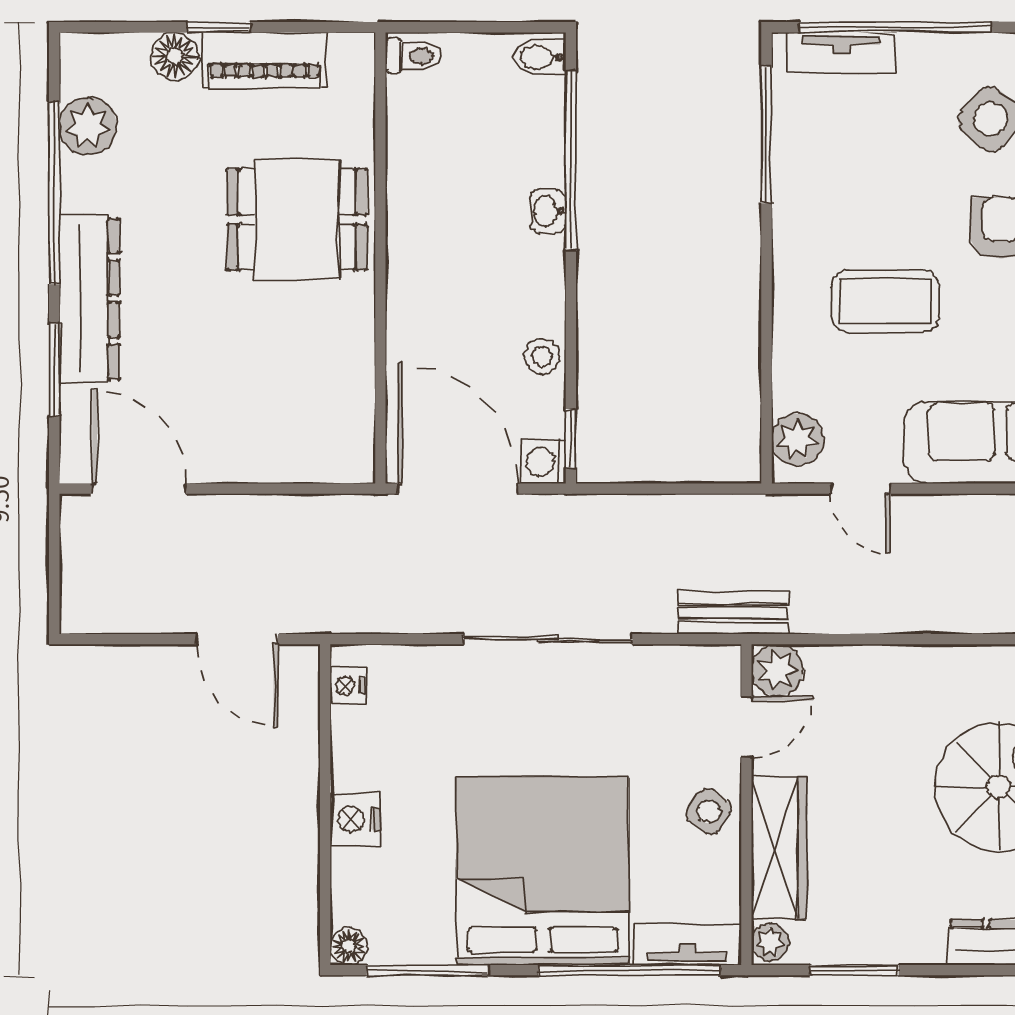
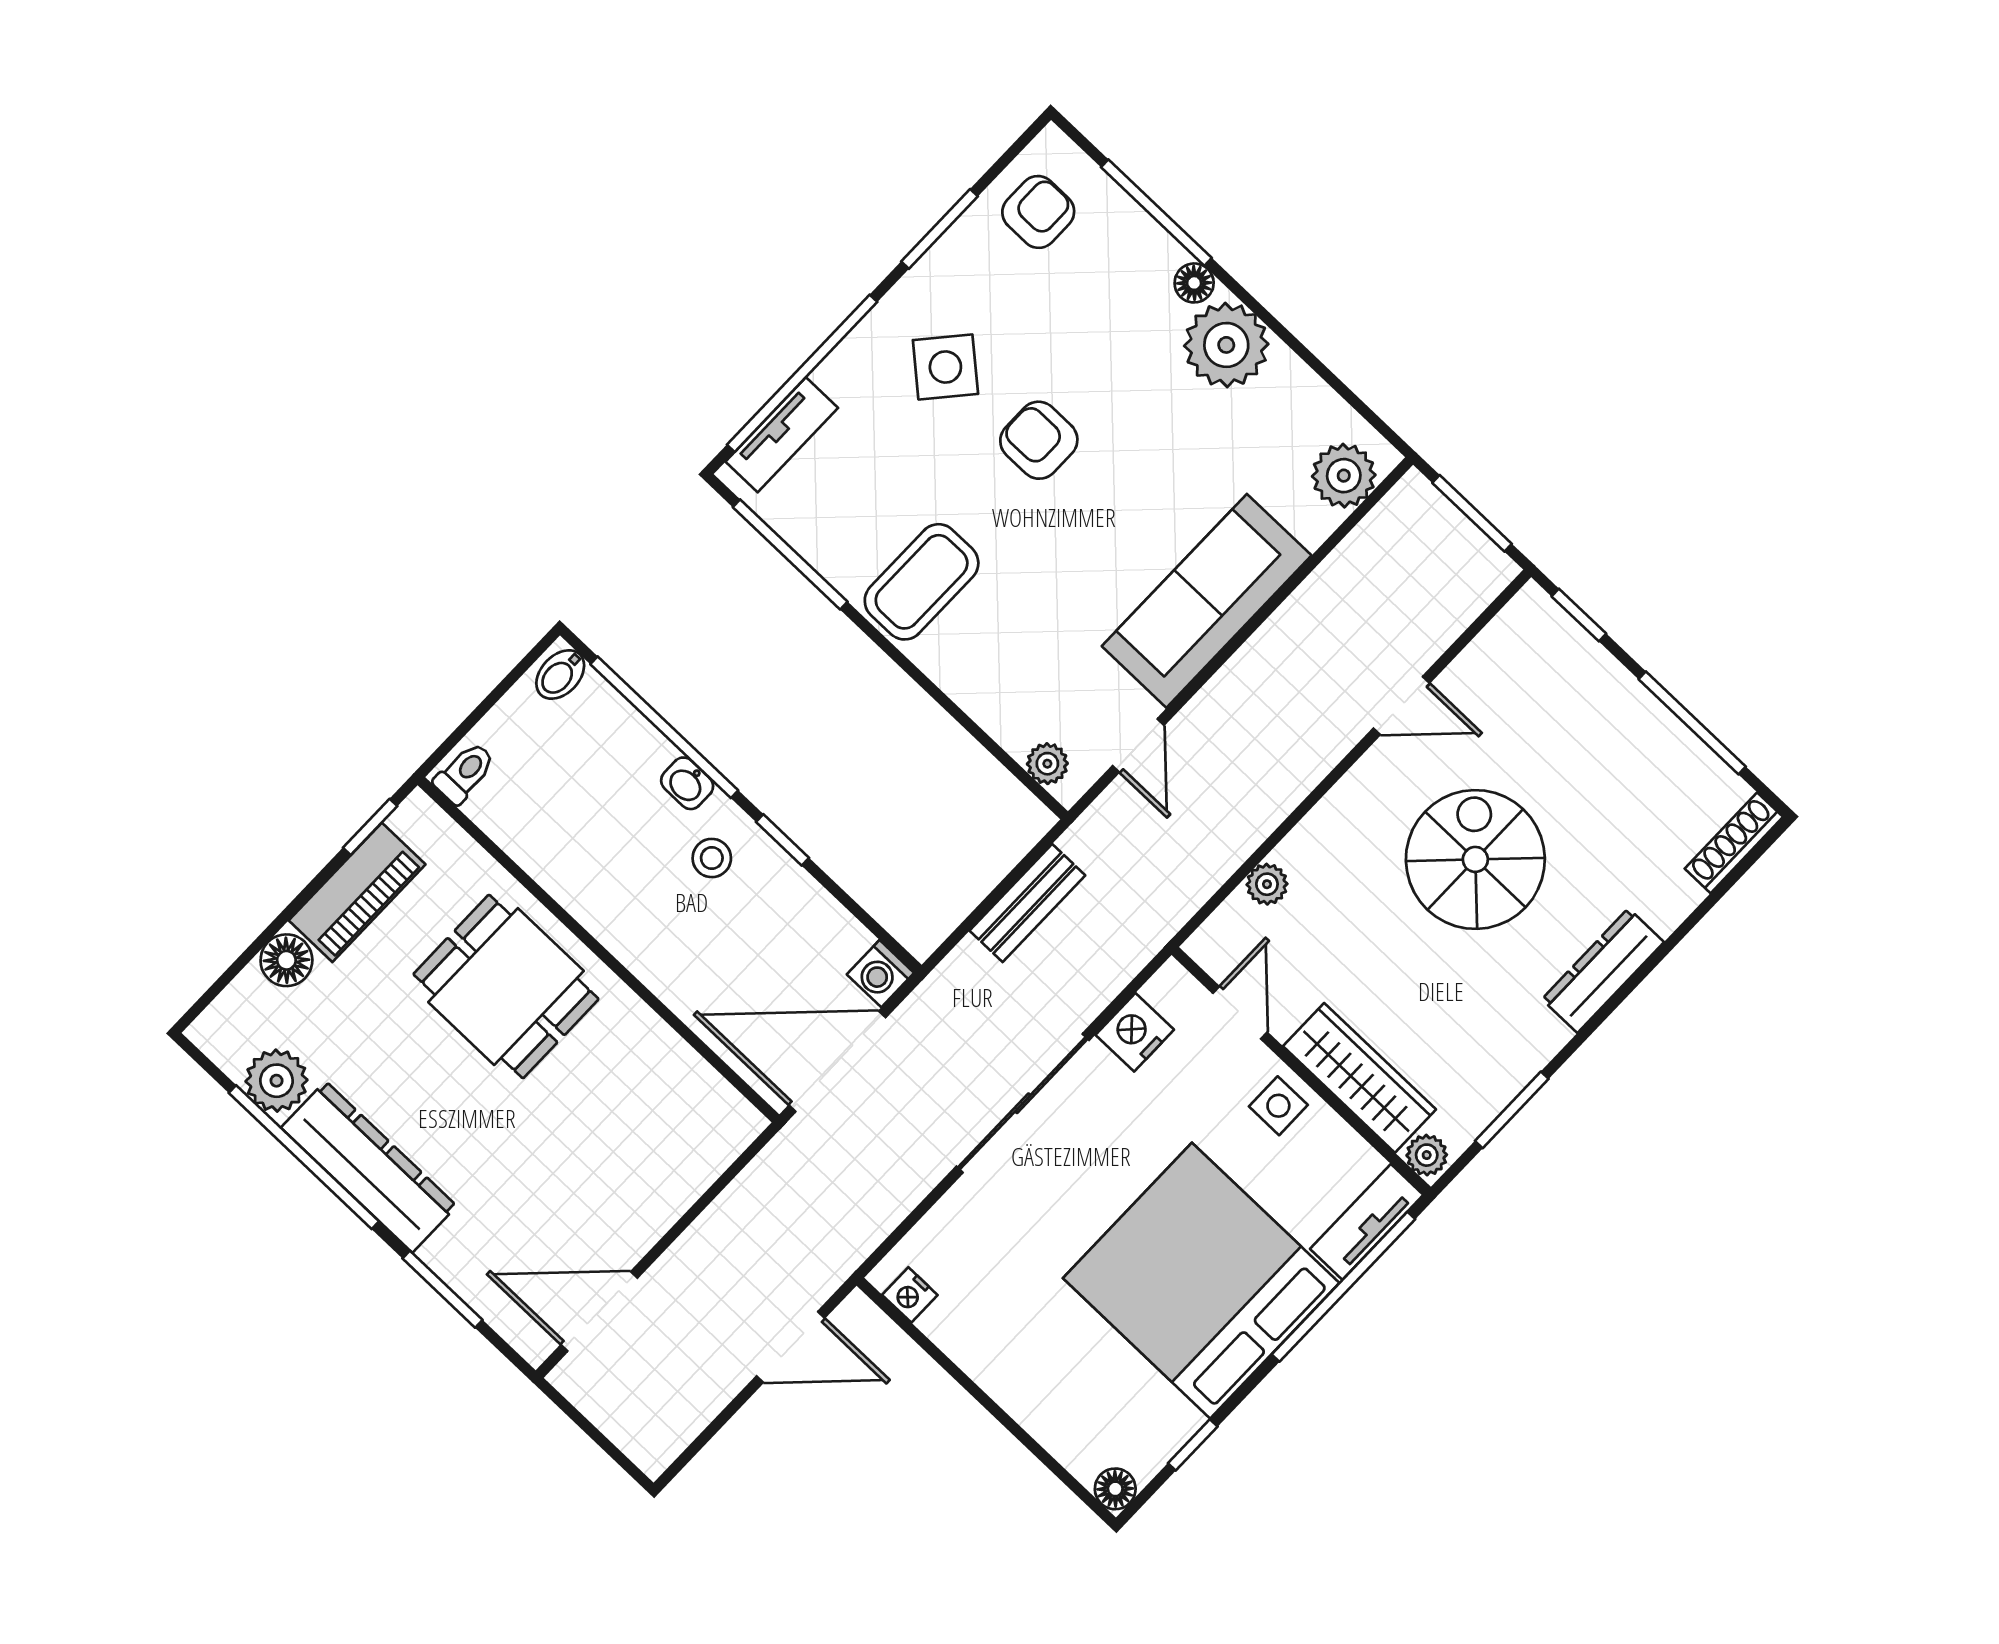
window: (219, 27) -> (370, 827), moved
dining table: (297, 220) -> (506, 987), turned 90
dresser: (89, 299) -> (369, 1167), moved
coffee table: (886, 301) -> (922, 582), moved
stool: (542, 356) -> (712, 858), moved
window: (571, 438) -> (783, 840), moved
plant: (797, 440) -> (1047, 764), width x0.73, depth x0.73
door: (860, 489) -> (1138, 745), hinge flipped
bench: (734, 613) -> (1027, 903), moved
plant: (777, 670) -> (1267, 884), moved, width x0.73, depth x0.73
side table: (709, 812) -> (1278, 1106), turned -36
nightstand: (355, 819) -> (1135, 1032), moved, turned 90
window: (428, 970) -> (1193, 1445), width x0.46

